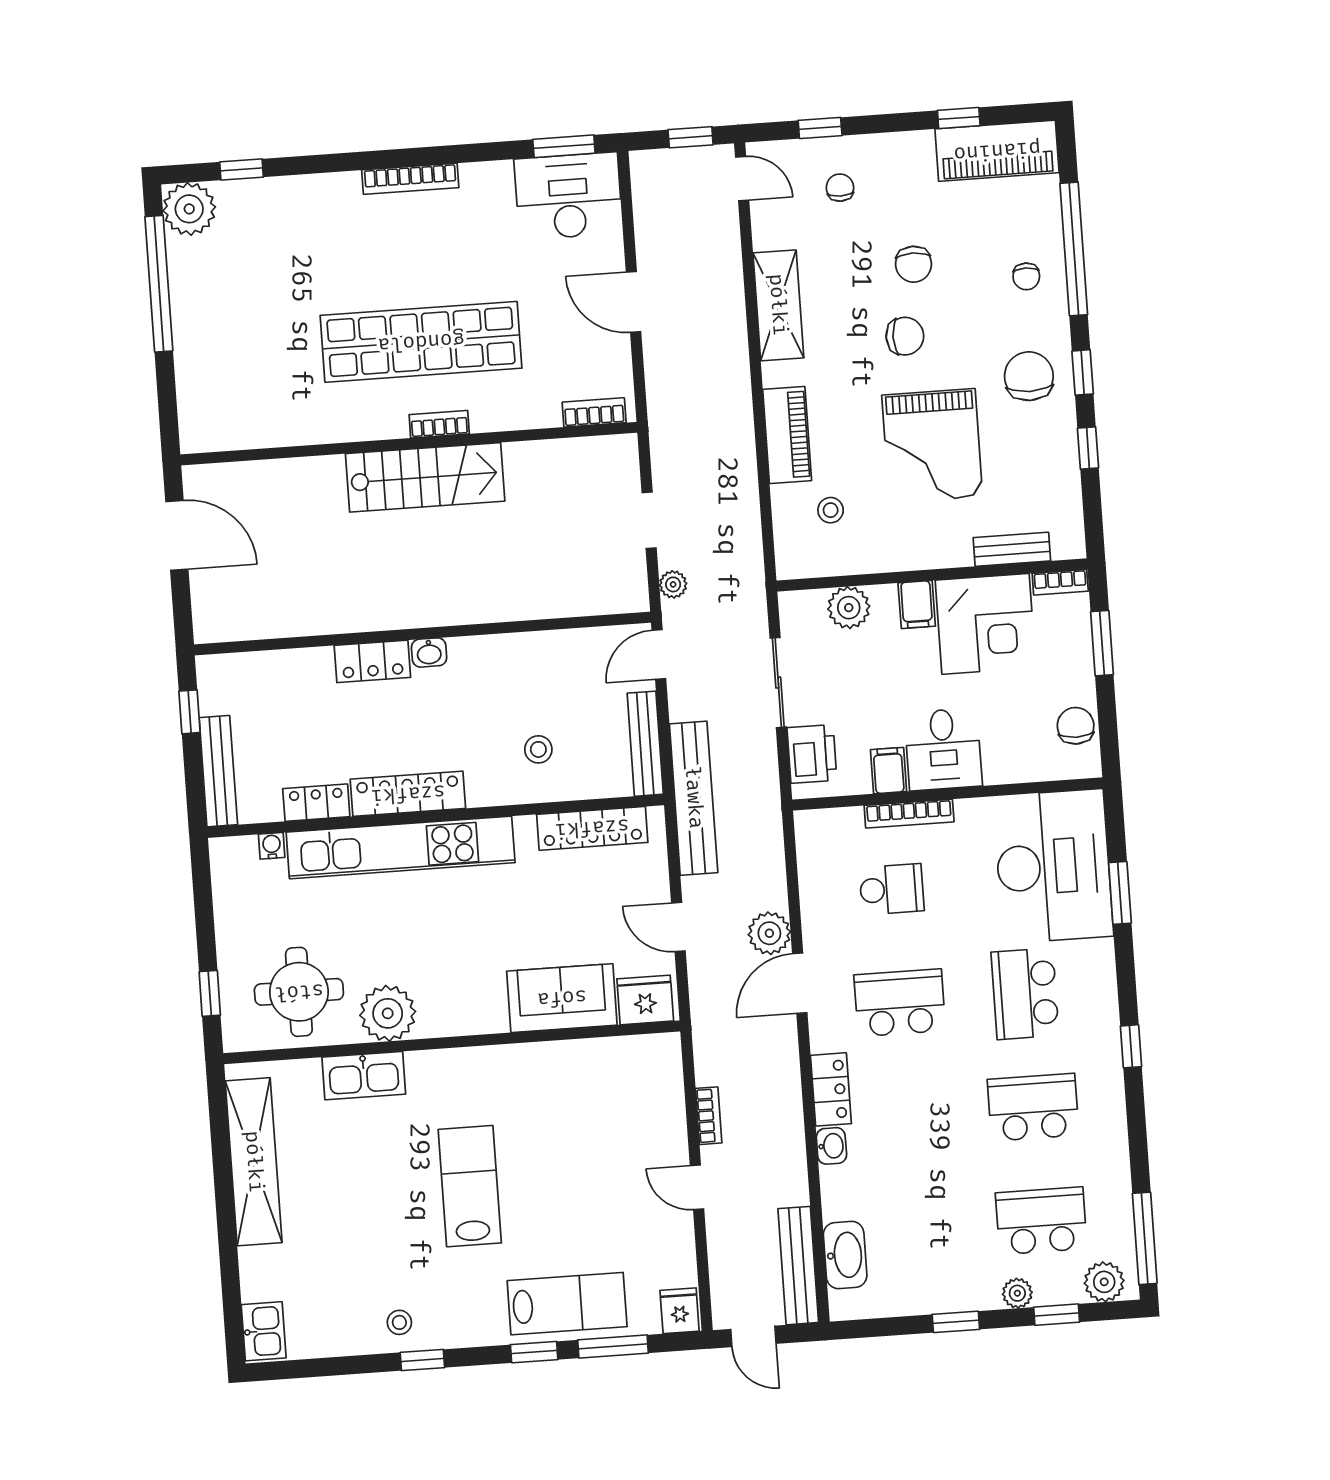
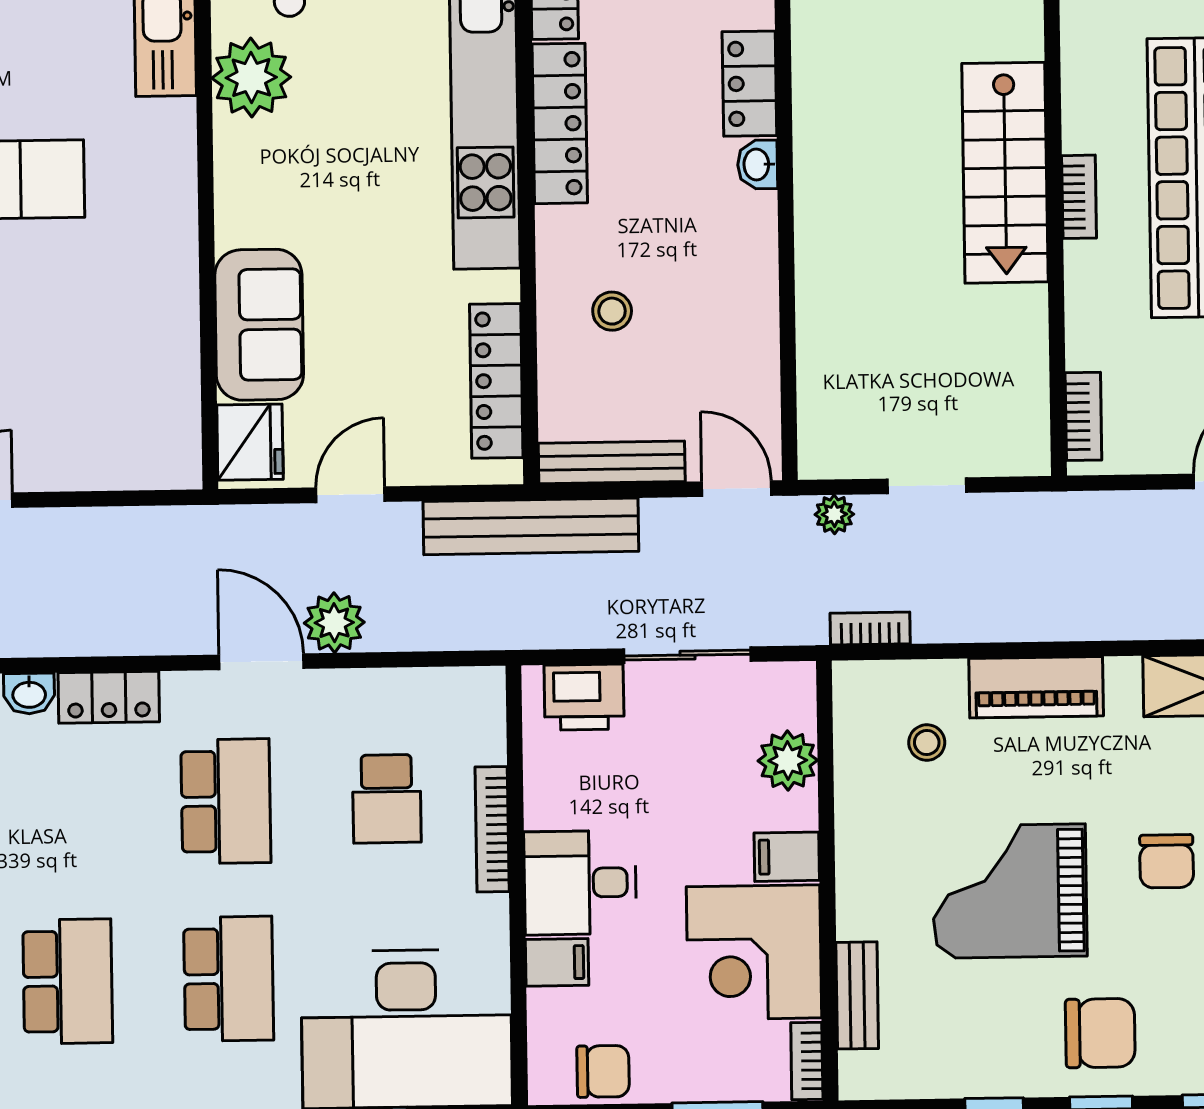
filing cabinet: (889, 771) -> (557, 962), moved
school desk: (1025, 994) -> (229, 979), turned 90
bookcase: (709, 1116) -> (870, 629), moved, turned 180

